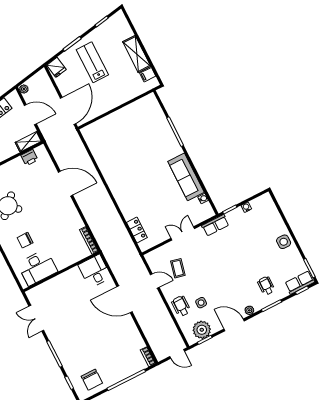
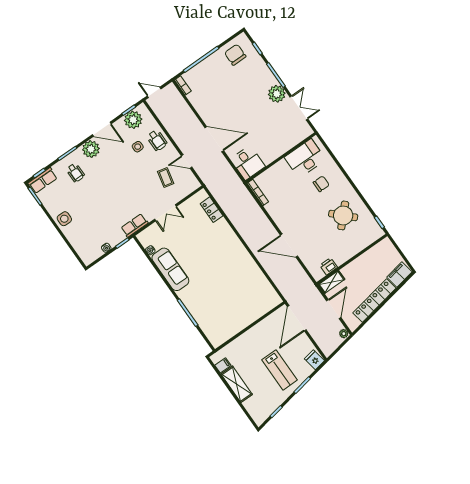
door: (30, 115) -> (334, 309), swing flipped
plant: (249, 310) -> (91, 149), width x1.88, depth x1.88
plant: (56, 335) -> (277, 94), added

